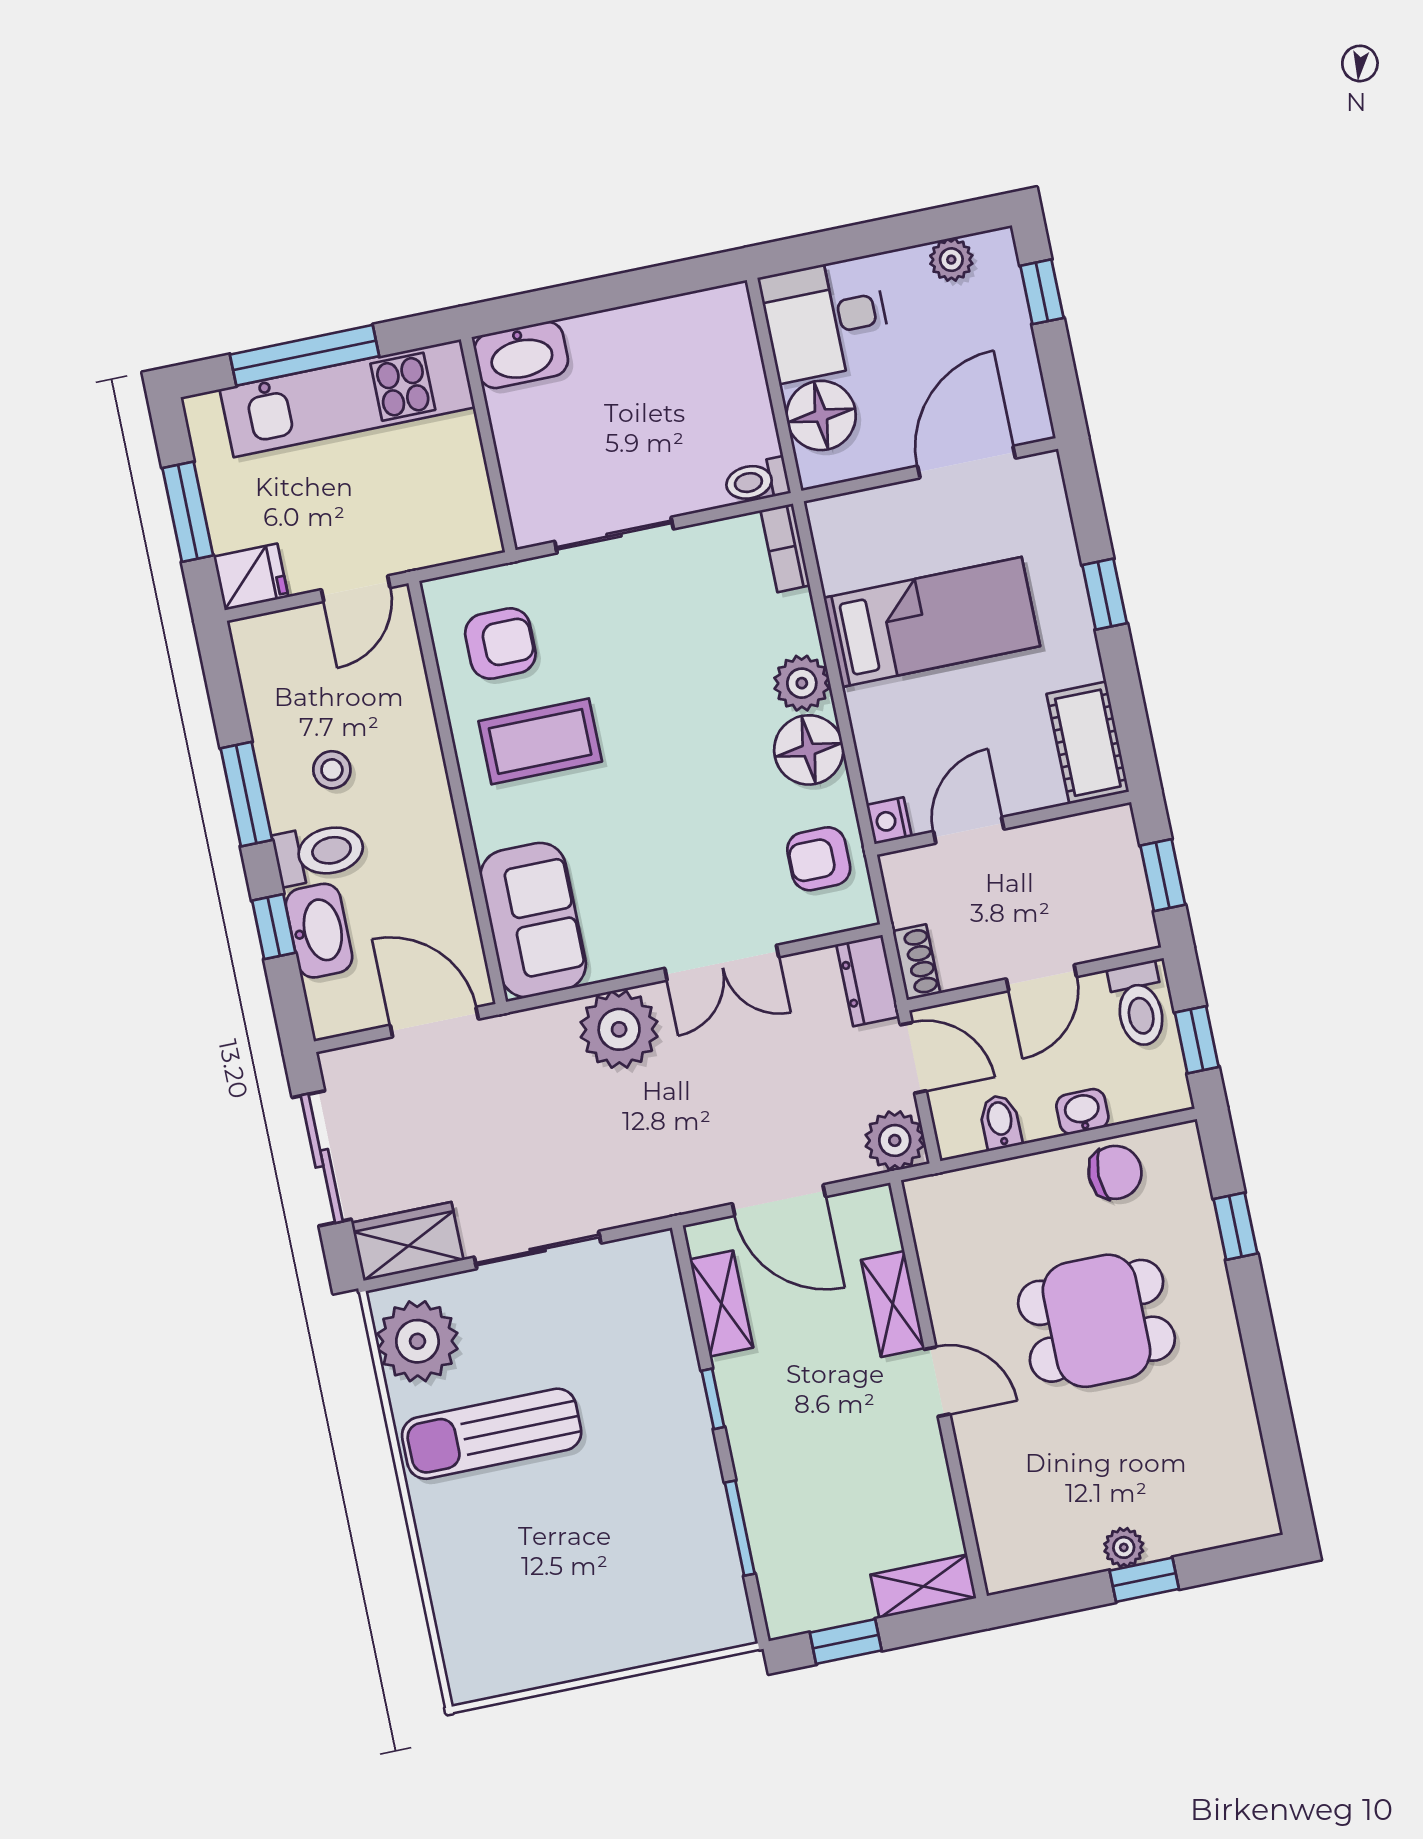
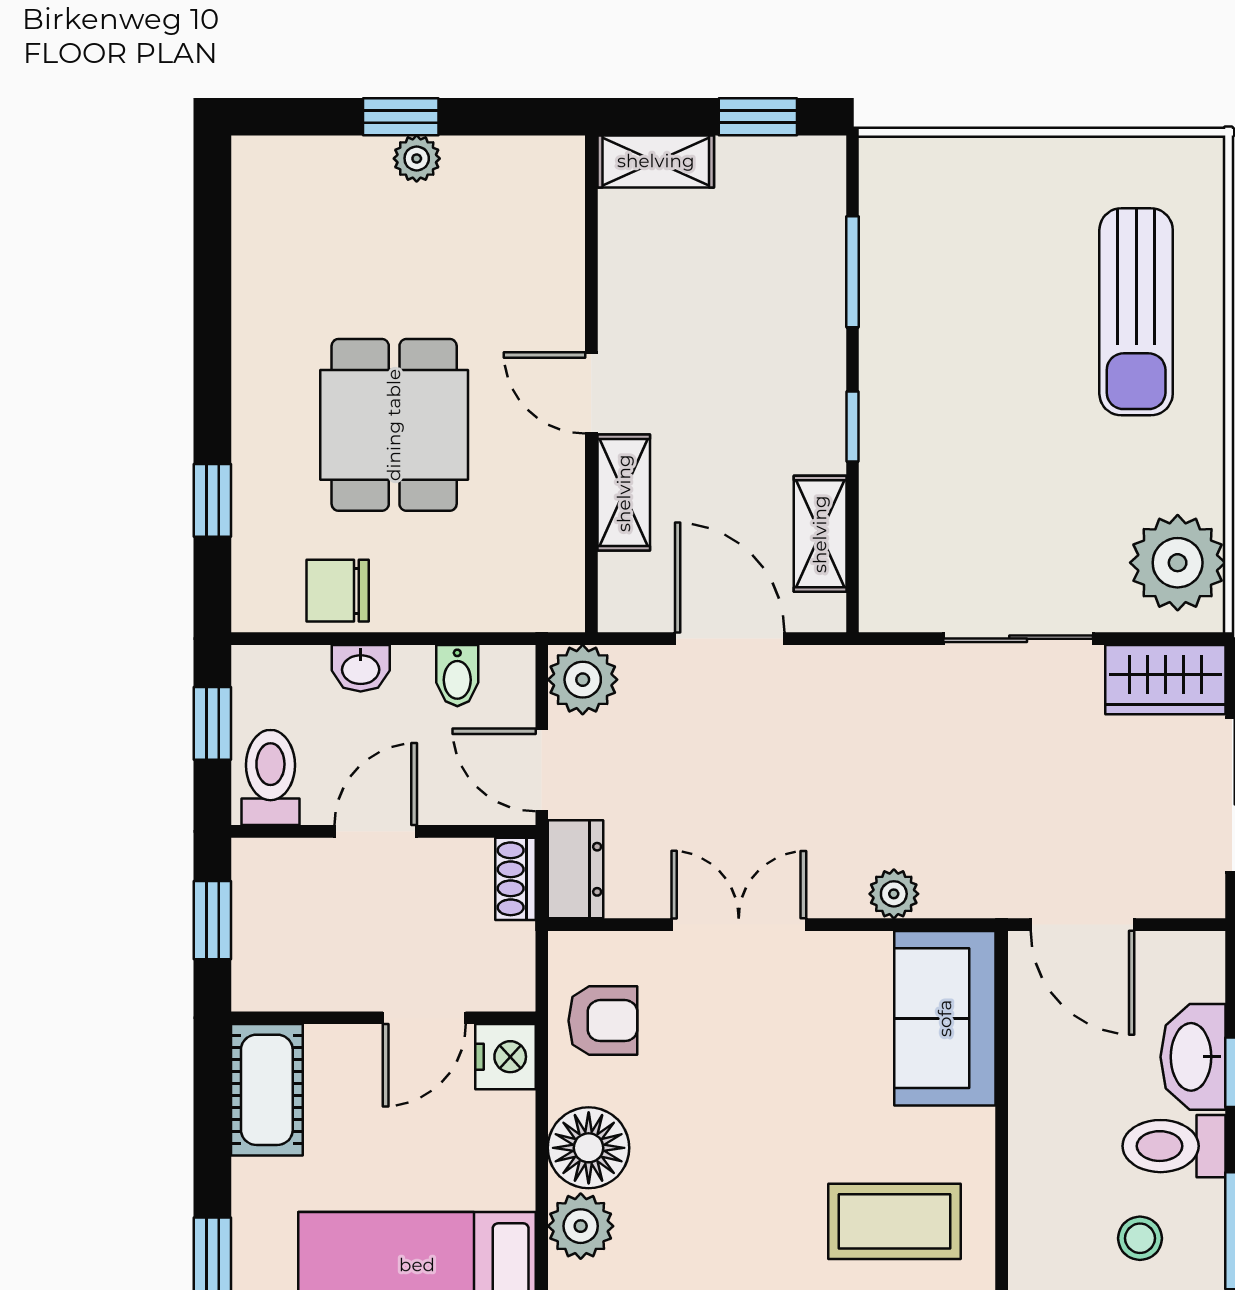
nightstand: (889, 821) -> (505, 1057), width x1.39, depth x1.35
plant: (619, 1029) -> (894, 894), width x0.53, depth x0.53
dining table: (1096, 1321) -> (394, 425), turned 90
sun lounger: (492, 1434) -> (1136, 312), moved, turned 90

